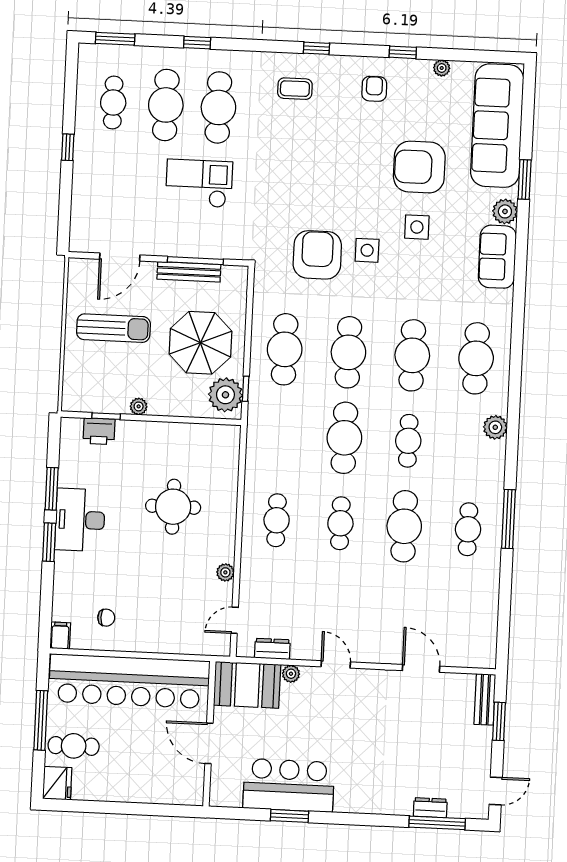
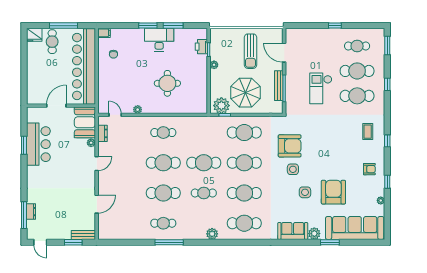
checkout: (199, 183) -> (321, 88), turned 180
cafe table: (340, 523) -> (163, 163), width x1.37, depth x1.35

